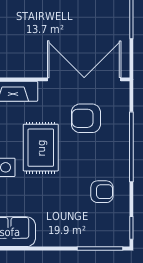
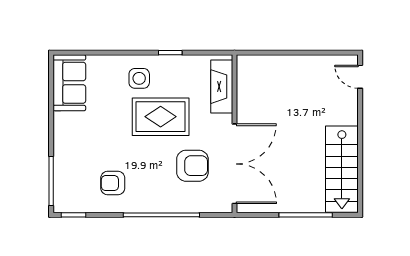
armchair: (86, 118) -> (192, 166), turned 90
armchair: (102, 192) -> (113, 183), turned 90

